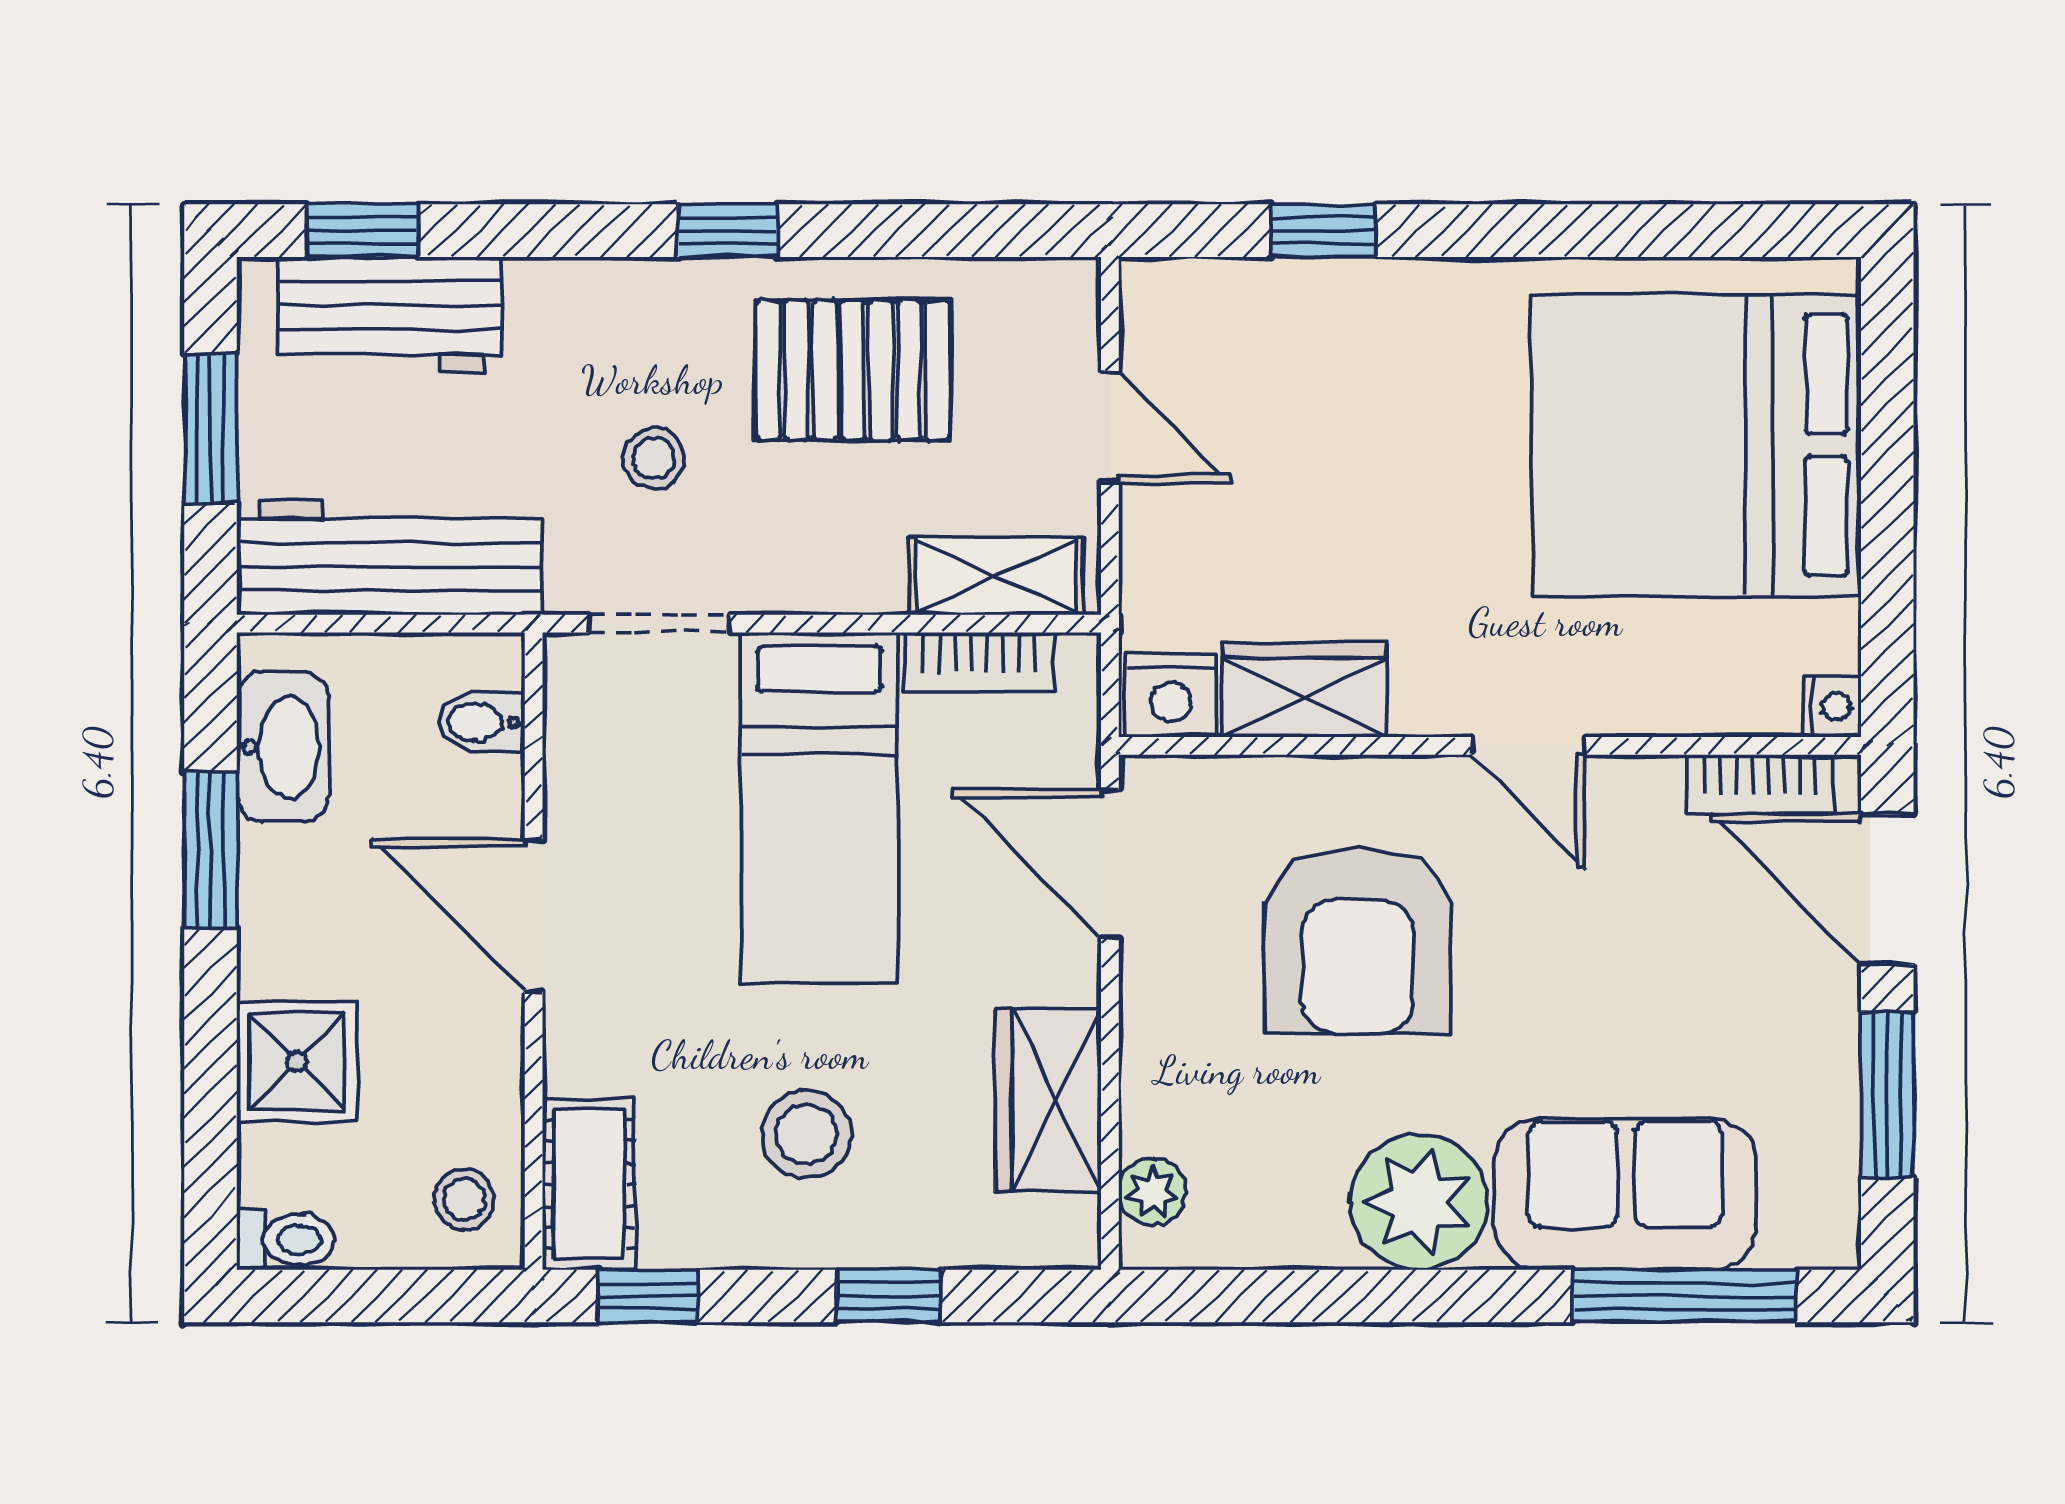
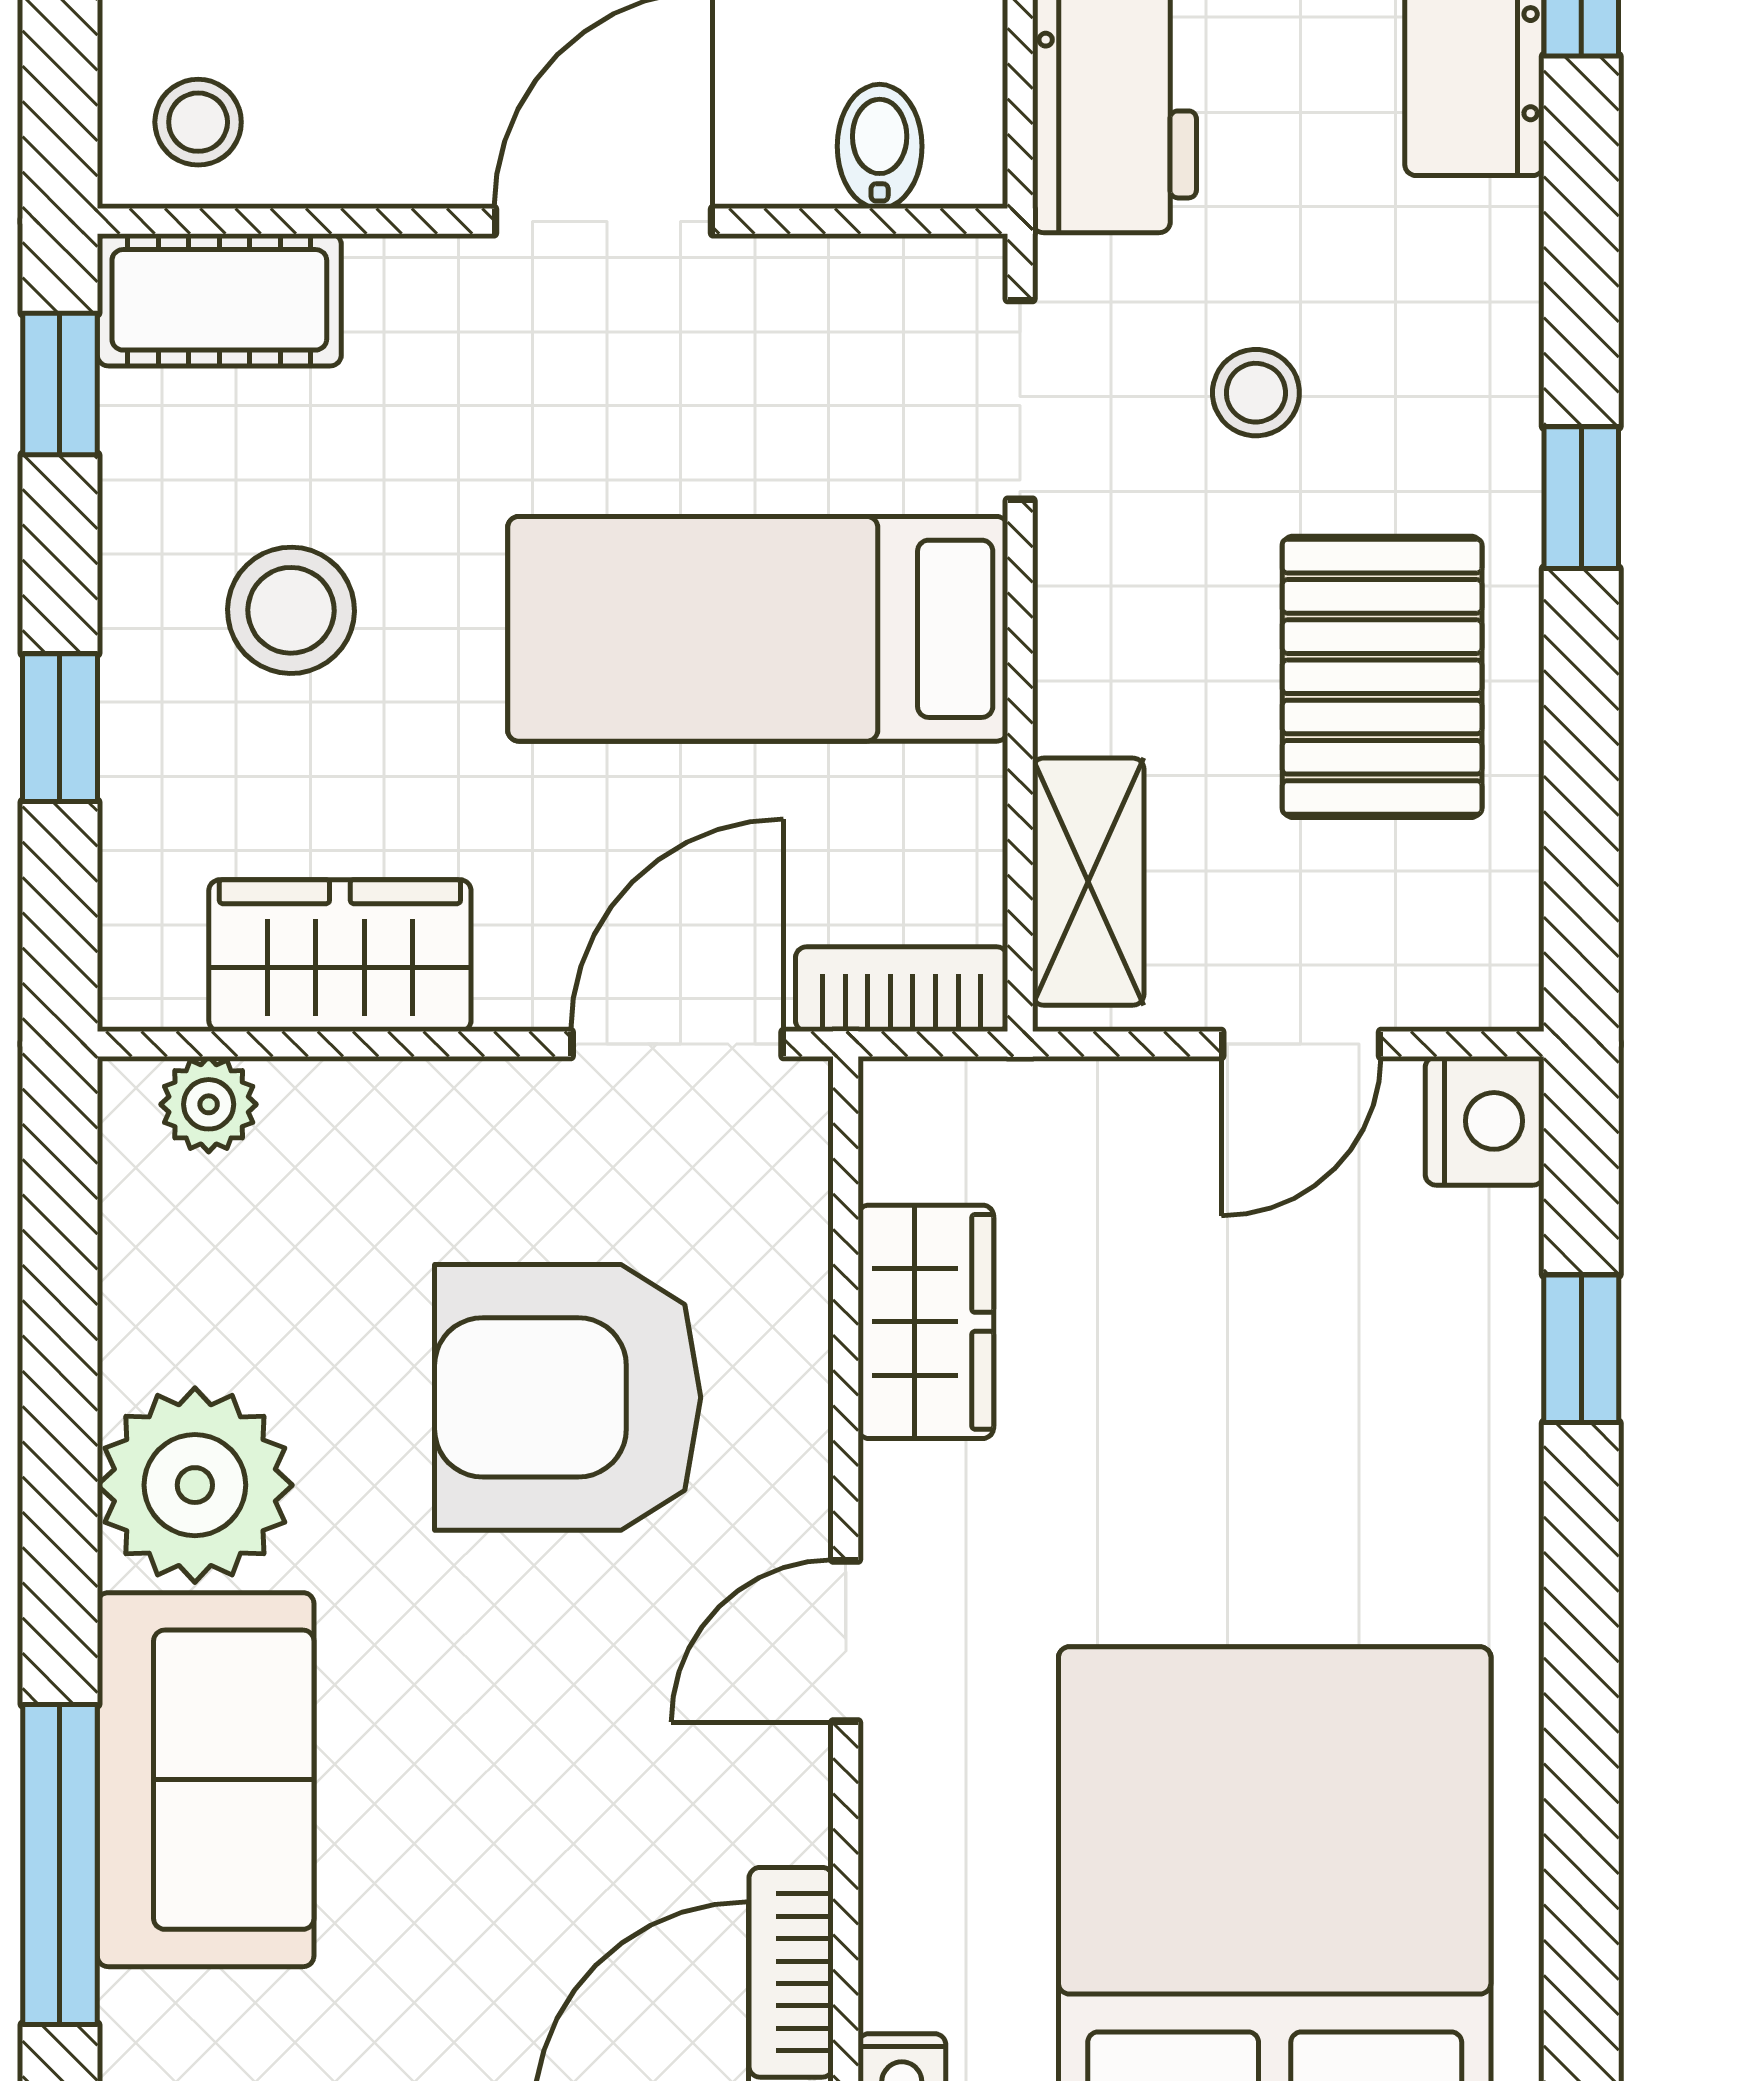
bookcase: (979, 662) -> (902, 989), moved, turned 90
nightstand: (1171, 696) -> (1485, 1121), moved, turned 180

